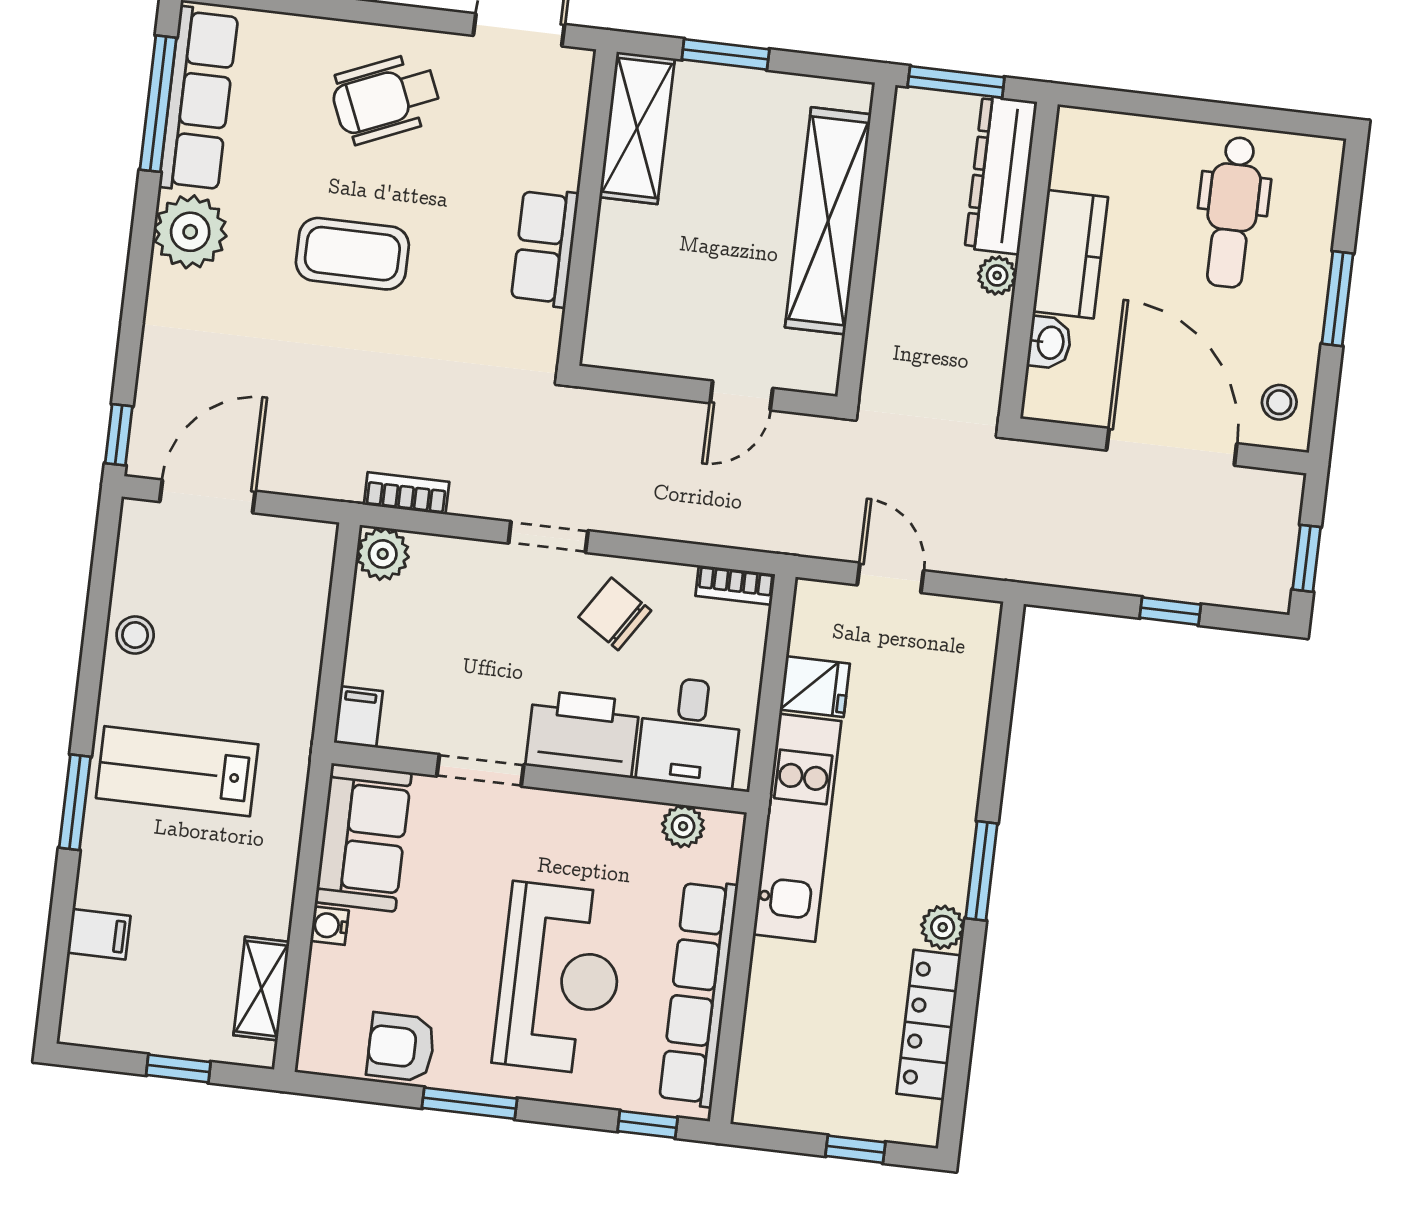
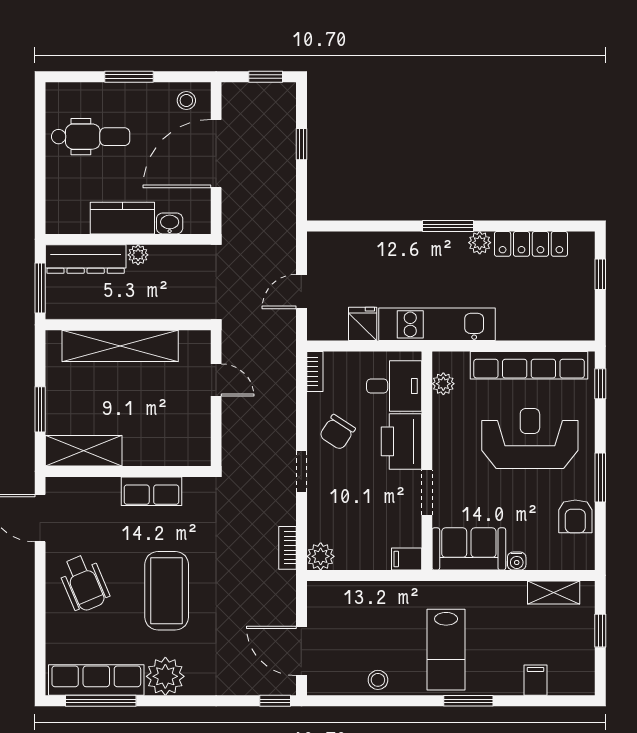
coffee table: (352, 254) -> (167, 591), width x1.36, depth x1.32

